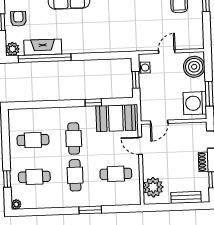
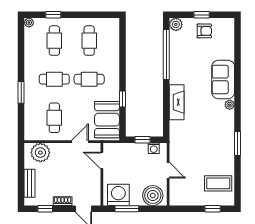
fireplace: (43, 47) -> (177, 102), moved

